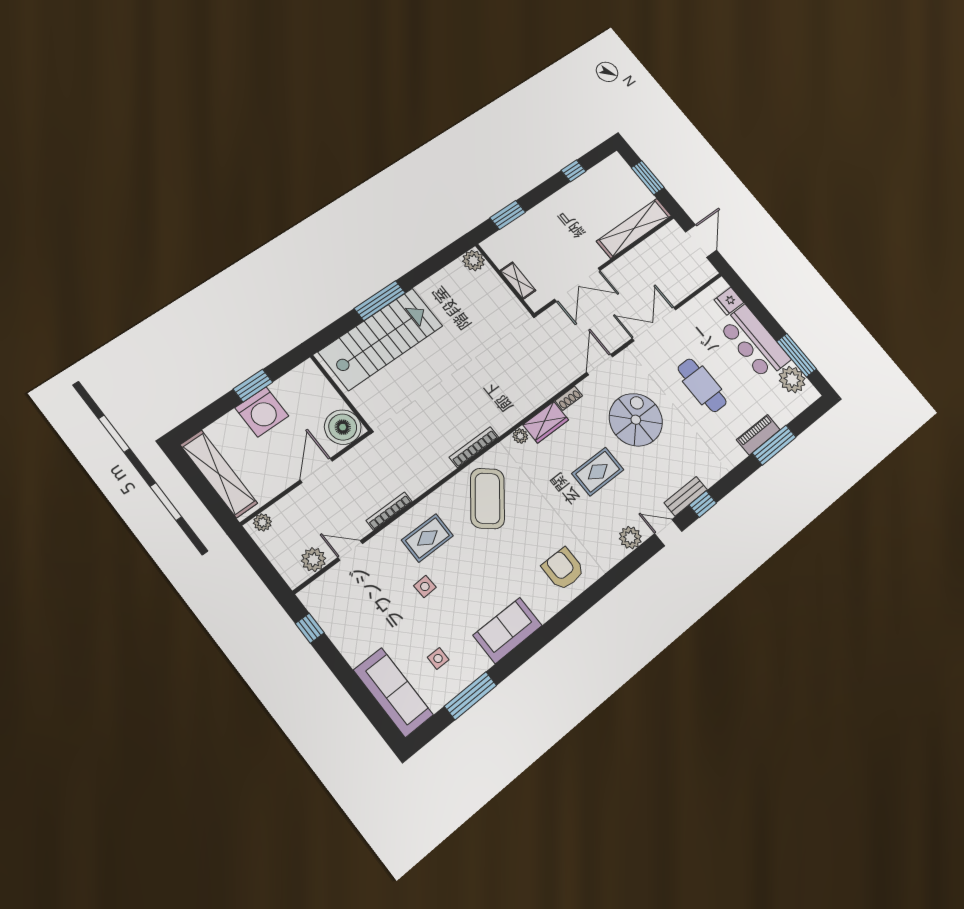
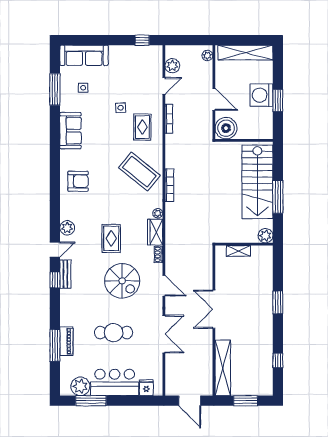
plant: (474, 261) -> (266, 236), moved
wall: (505, 279) -> (244, 244), moved
shelving: (518, 281) -> (238, 251), moved

